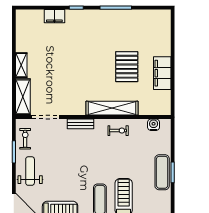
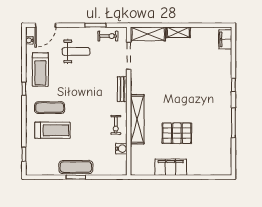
filing cabinet: (54, 16) -> (225, 39), moved
water cooler: (154, 125) -> (121, 149), moved
weight bench: (30, 171) -> (76, 51), moved

